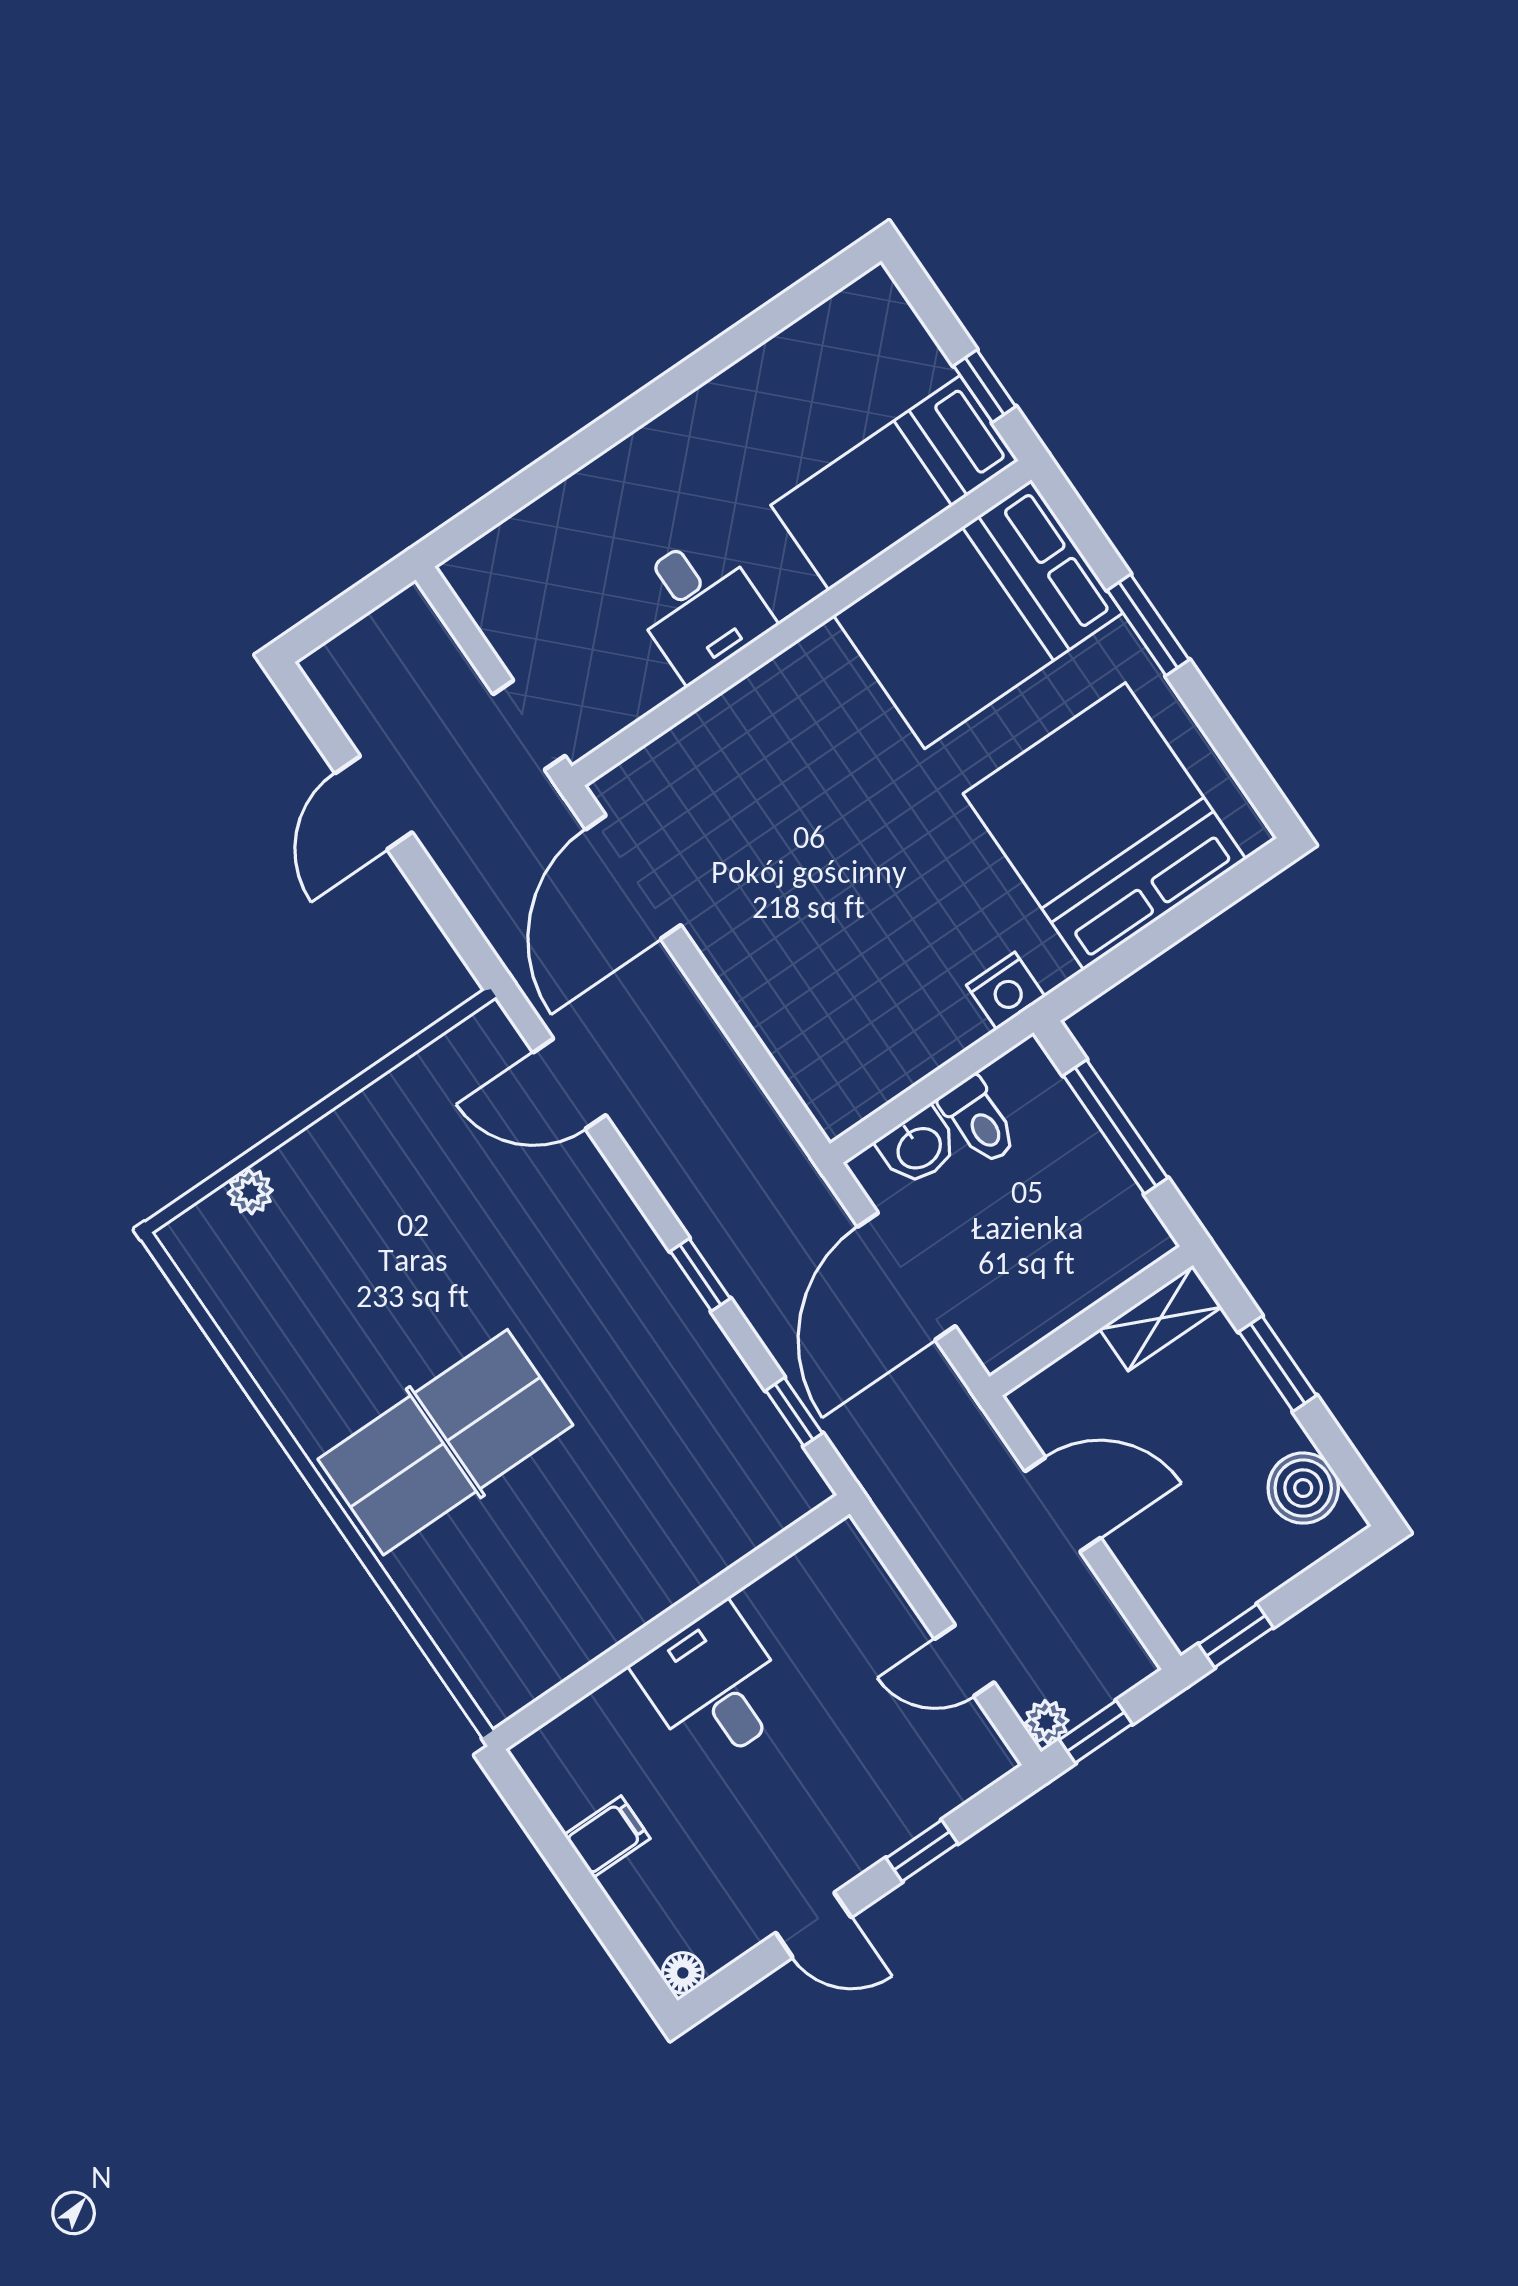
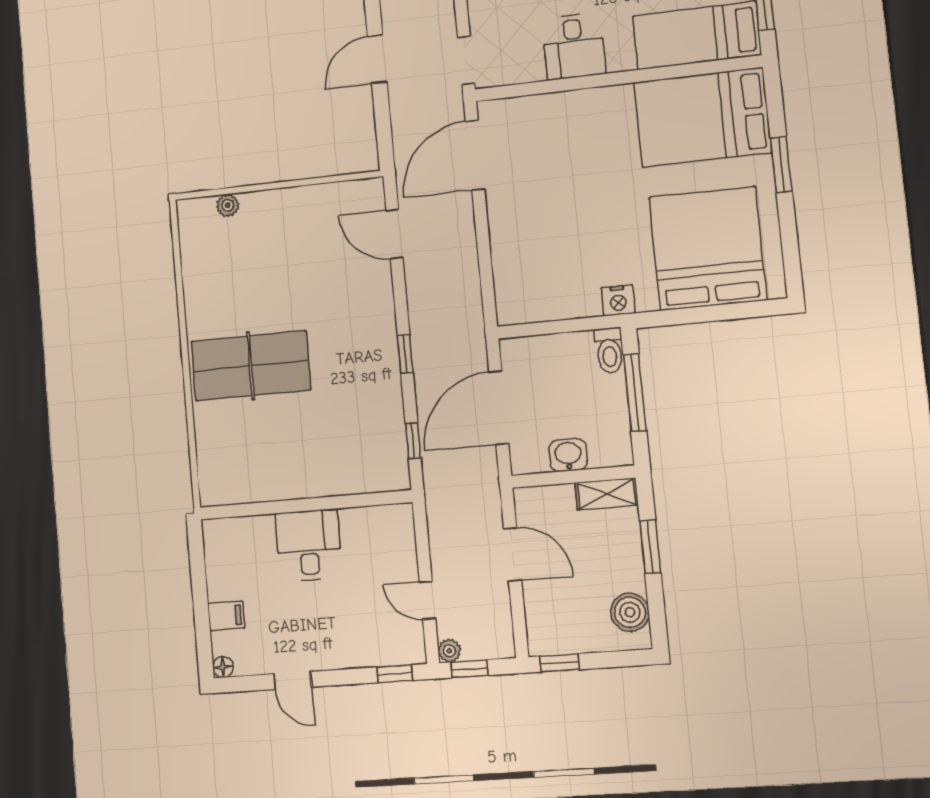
toilet: (979, 1120) -> (609, 350), moved
washbasin: (918, 1147) -> (568, 455), moved, turned 180
filing cabinet: (607, 1837) -> (226, 616), moved
window: (922, 1851) -> (395, 674), moved

